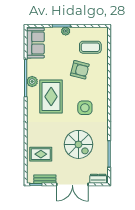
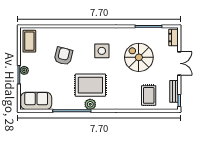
coffee table: (90, 47) -> (29, 41), moved
plant: (32, 81) -> (90, 104), moved
spiral stairs: (78, 144) -> (139, 57), turned -90
double door: (72, 184) -> (179, 63), width x0.73

